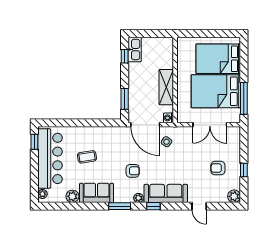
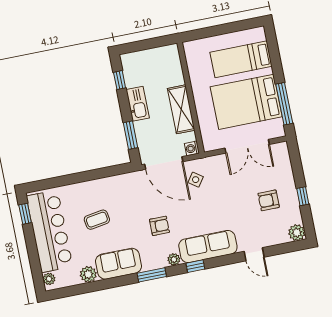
kitchen sink: (135, 50) -> (138, 104), moved
bed: (218, 59) -> (241, 59), width x0.67

